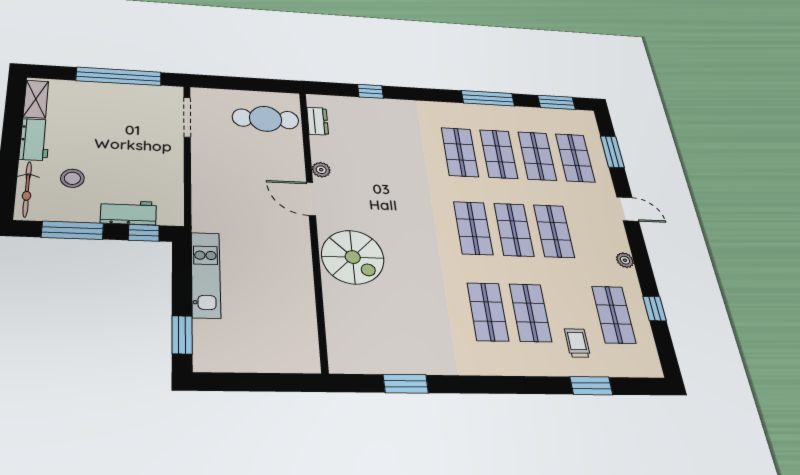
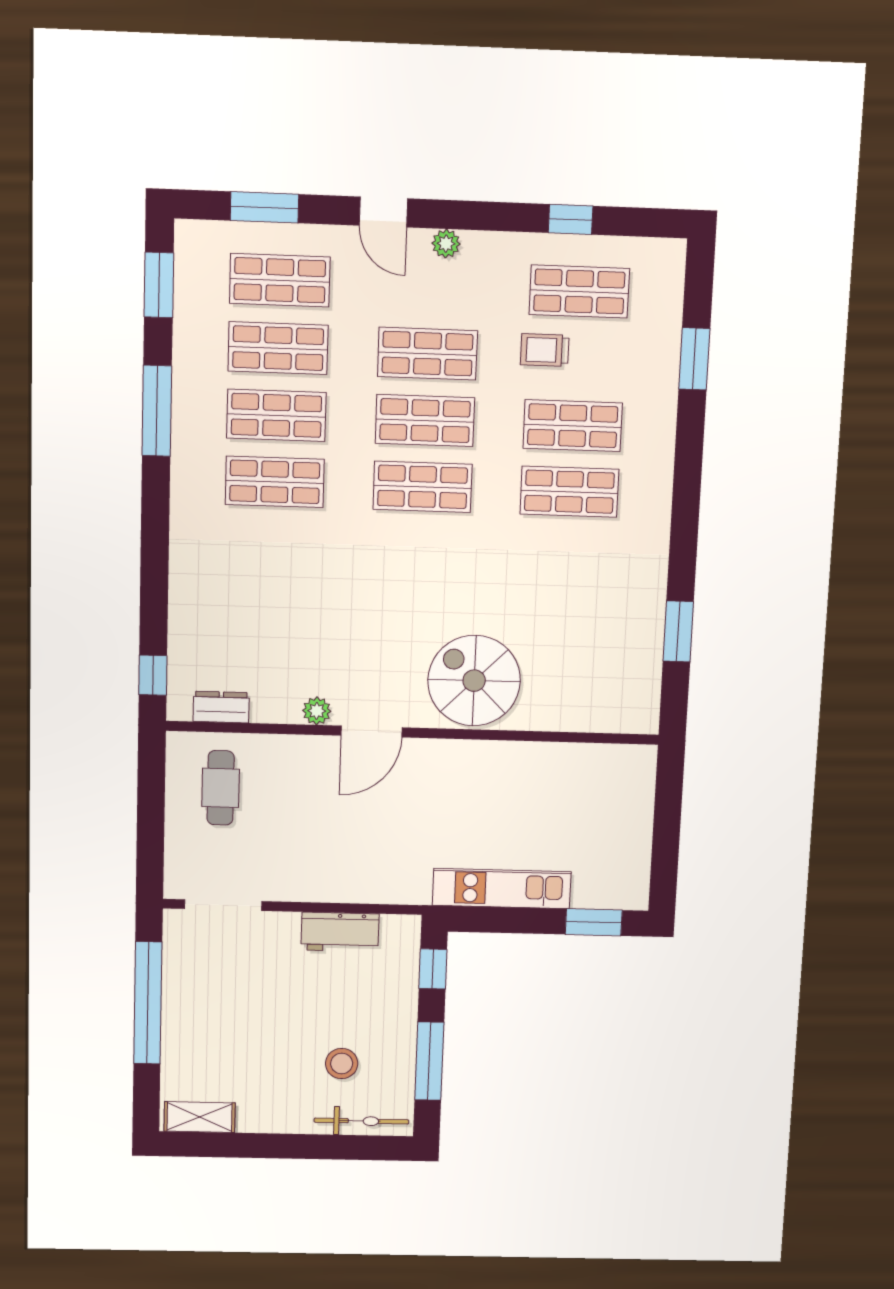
window: (370, 91) -> (153, 675), moved
cafe table: (266, 119) -> (221, 788), width x0.73, depth x0.74
workbench: (35, 140) -> (275, 1115), removed
door: (628, 209) -> (383, 212), swing flipped
workbench: (128, 212) -> (340, 932), moved, turned -90
spiral stairs: (353, 257) -> (474, 681), turned -90
plant: (625, 260) -> (446, 244), moved
trolley: (577, 343) -> (545, 350), moved

